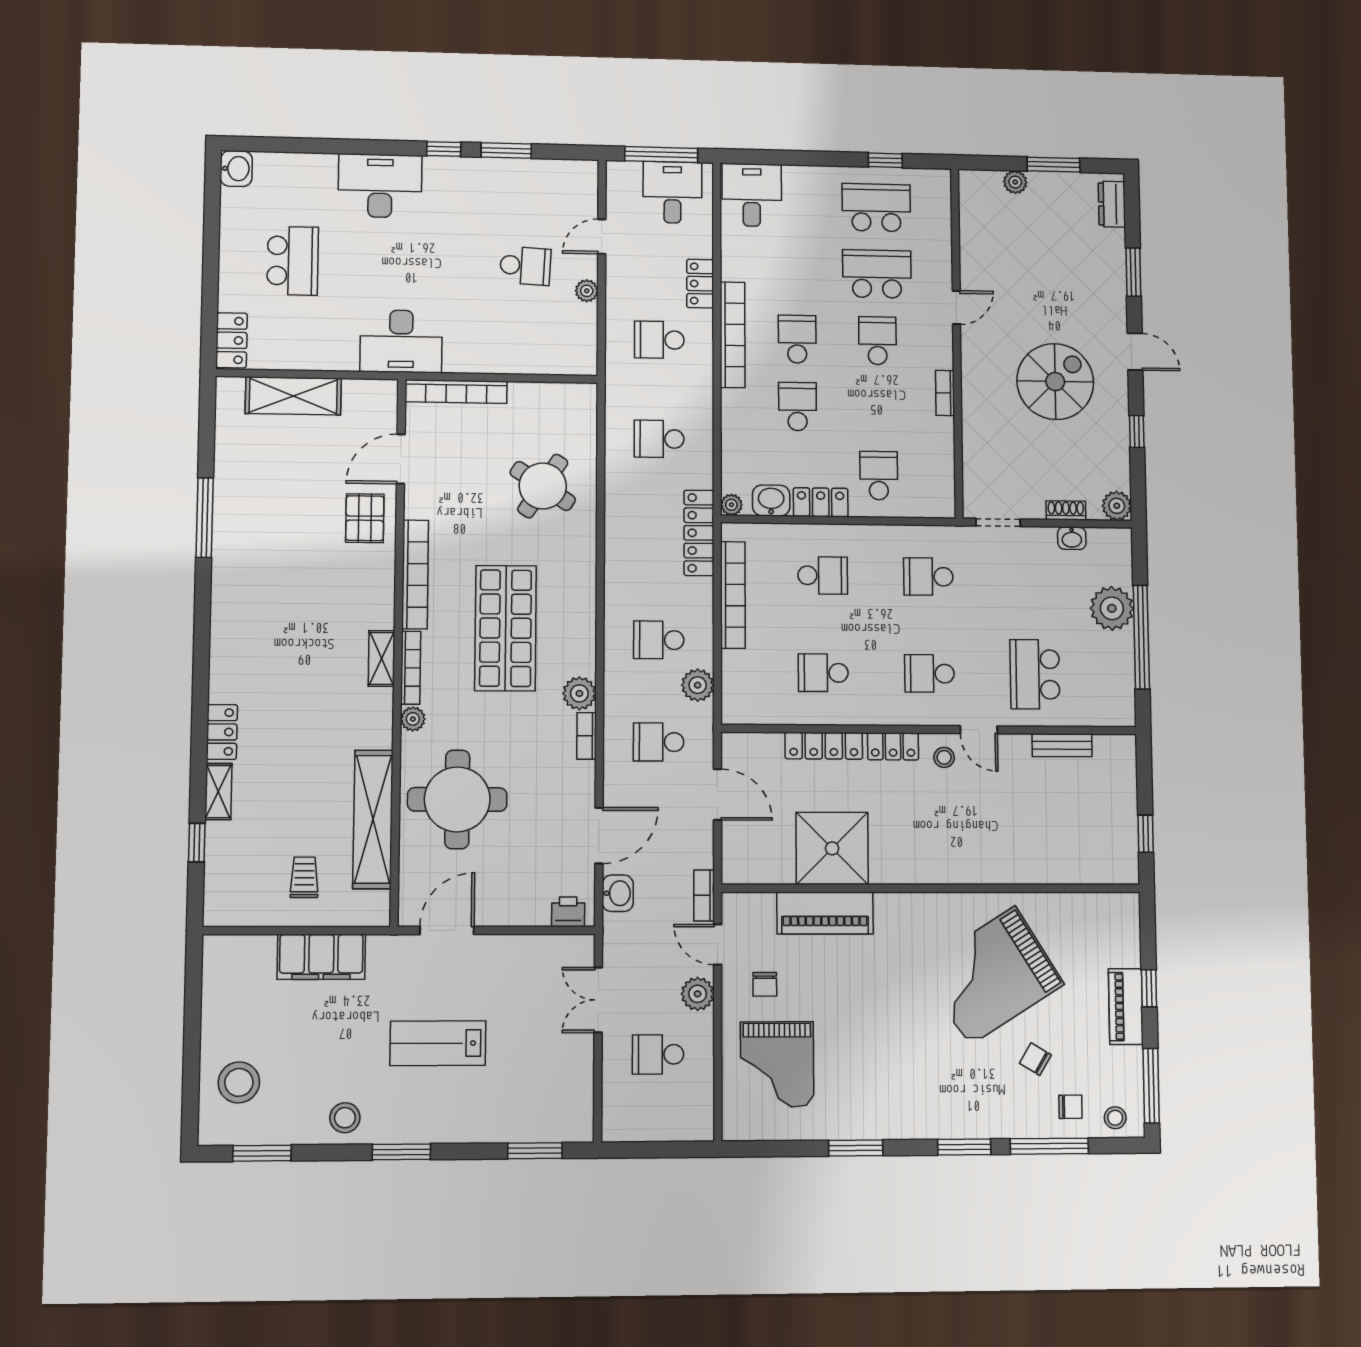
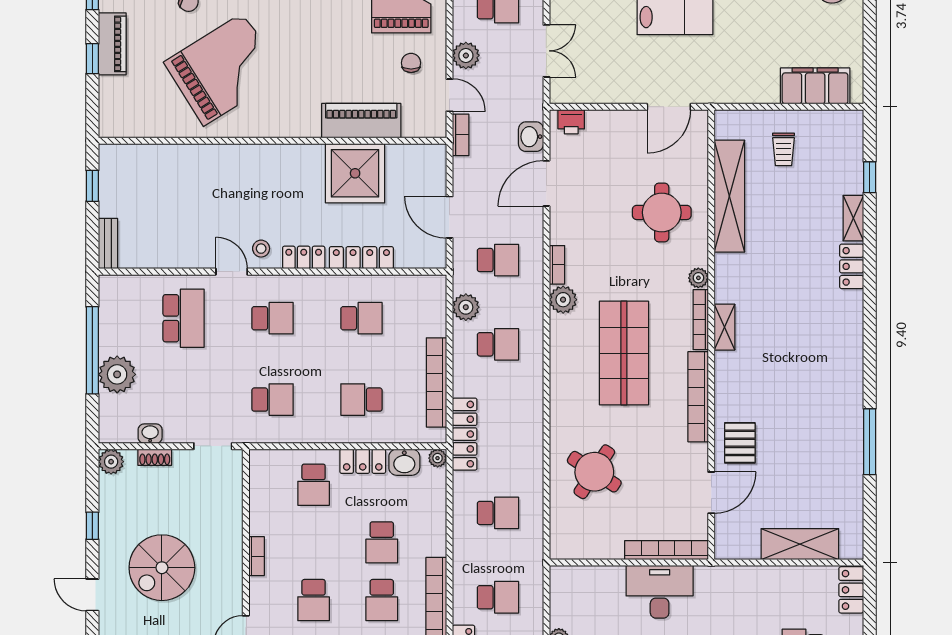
desk: (401, 341) -> (660, 592), moved
bench: (1062, 745) -> (108, 244), moved, turned 90
round table: (457, 799) -> (662, 212), width x0.73, depth x0.73
filing cabinet: (321, 957) -> (815, 86), moved

